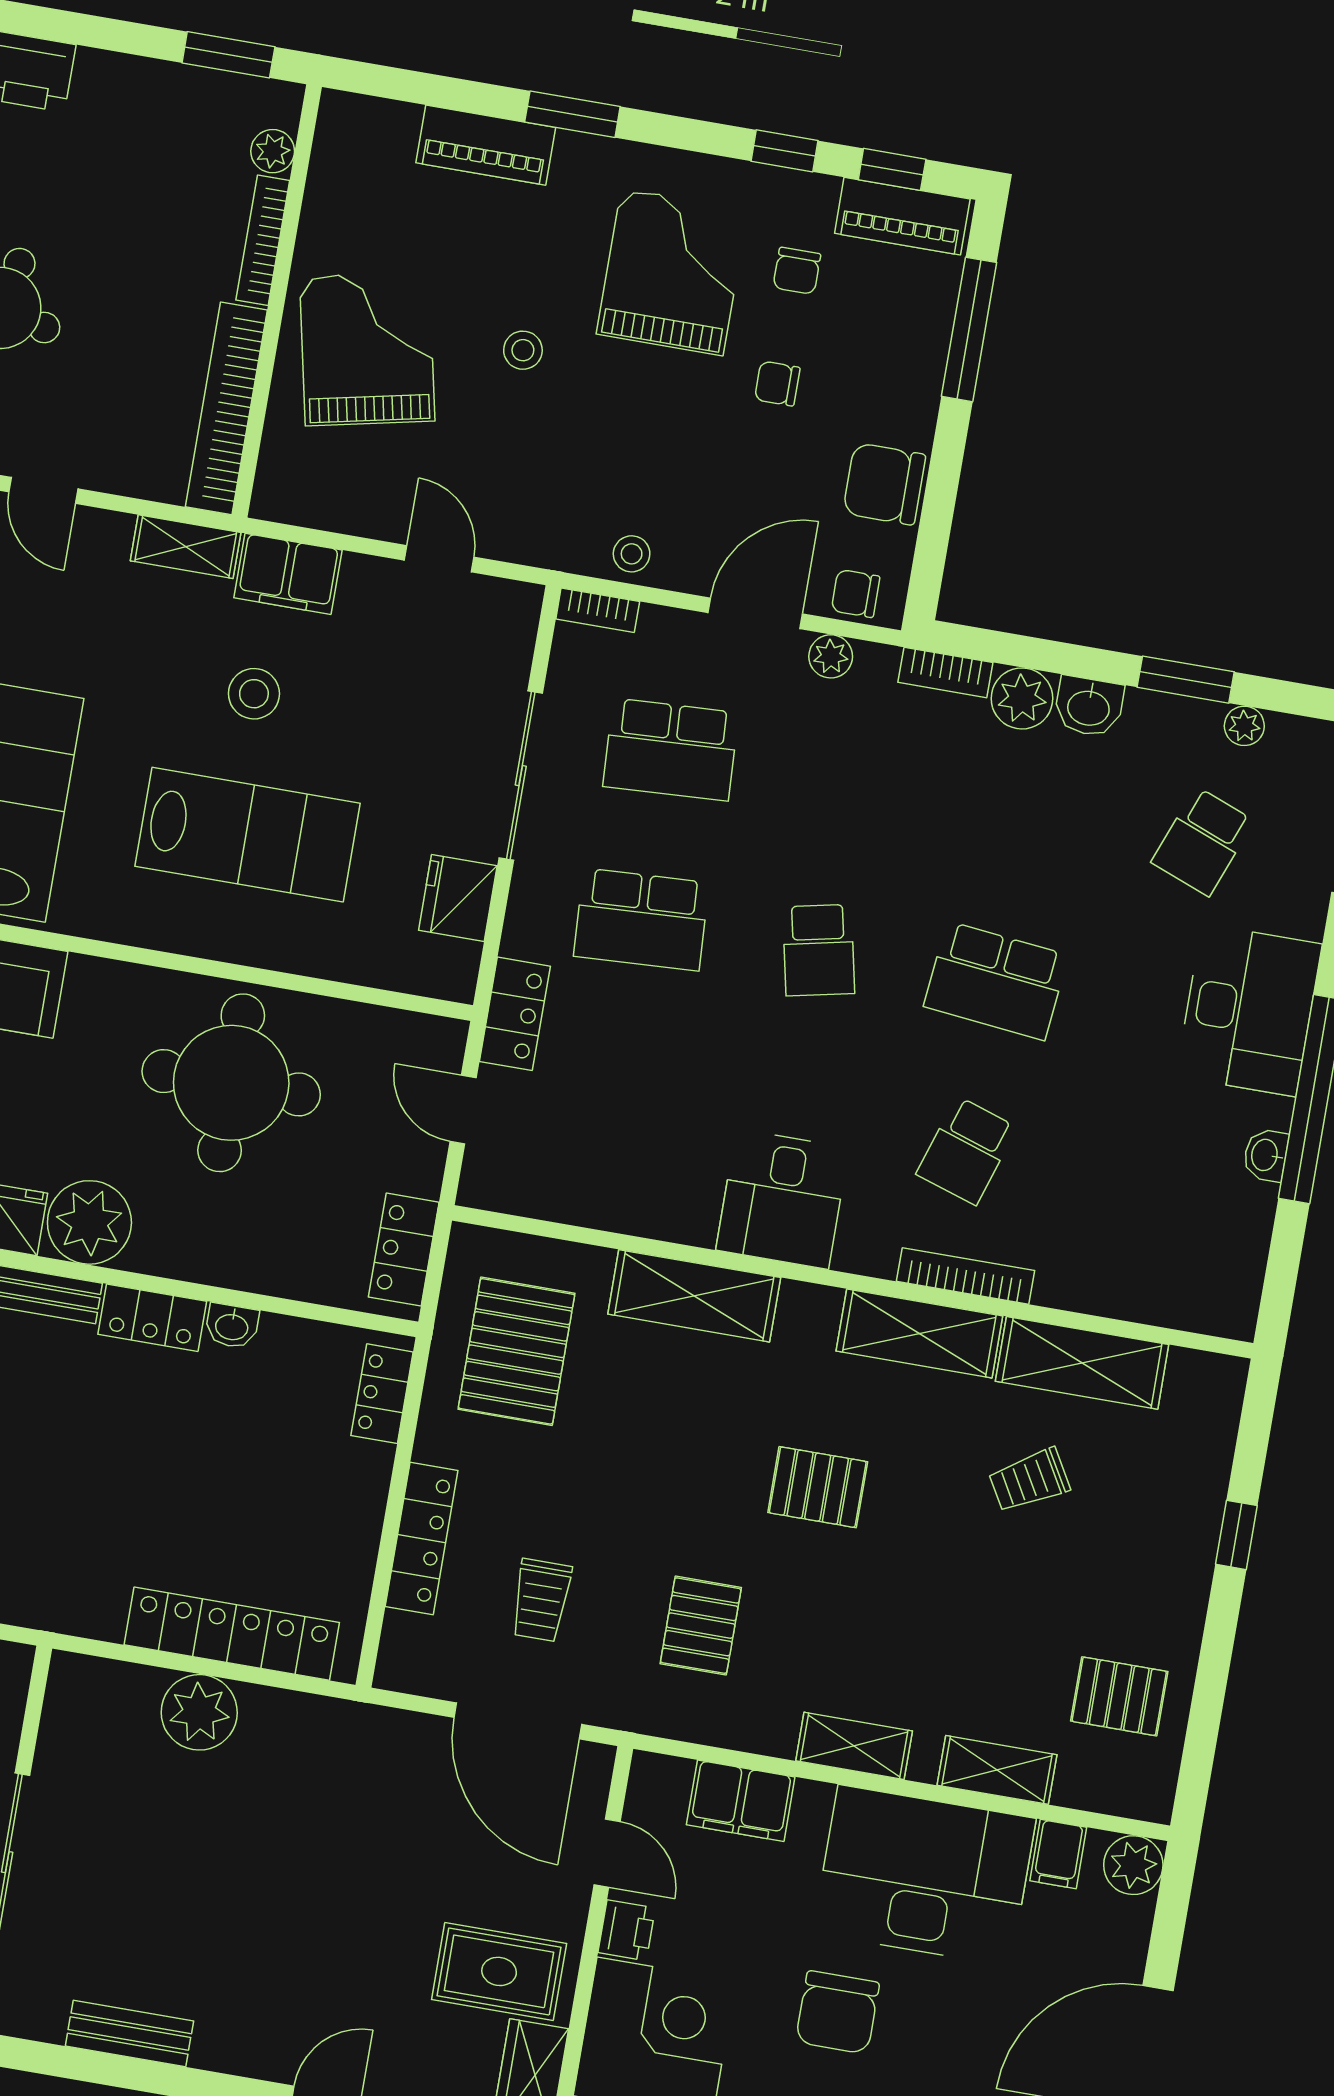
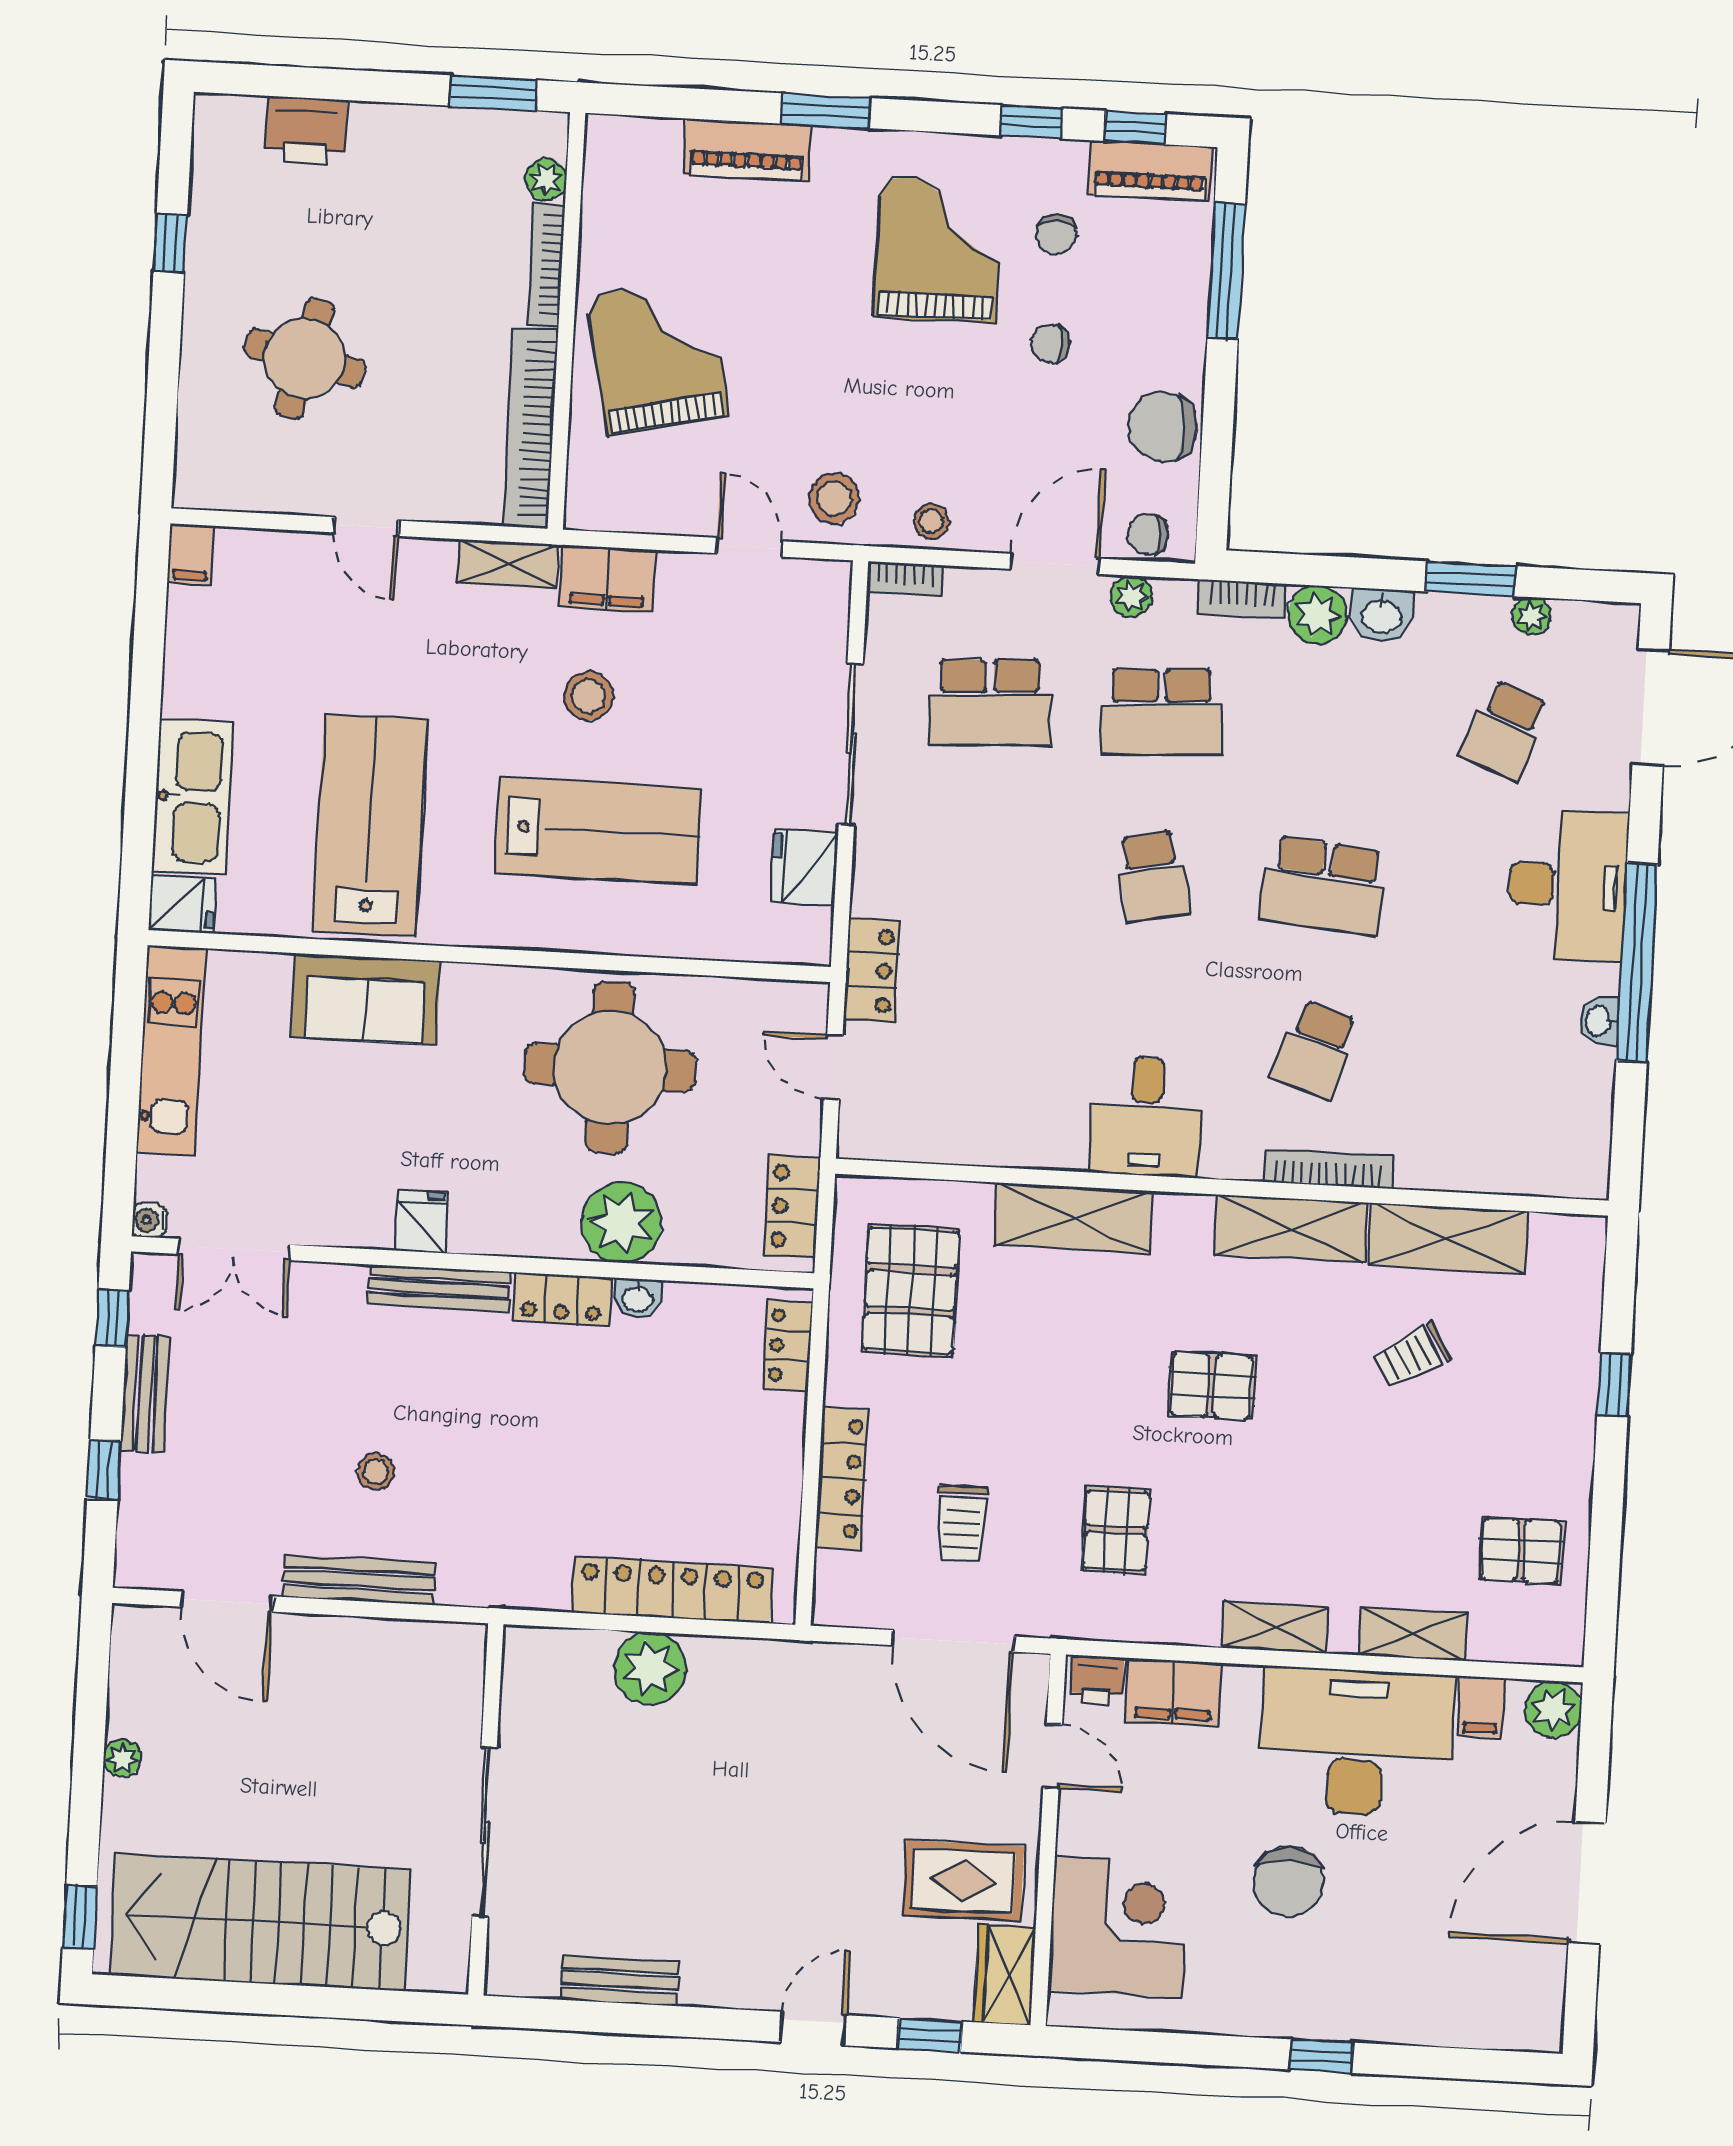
stool: (523, 350) -> (834, 498), moved, width x1.37, depth x1.37
school desk: (641, 919) -> (1162, 712), moved
plant: (89, 1222) -> (622, 1223), moved
printer: (627, 1930) -> (1097, 1680), moved, turned 90

